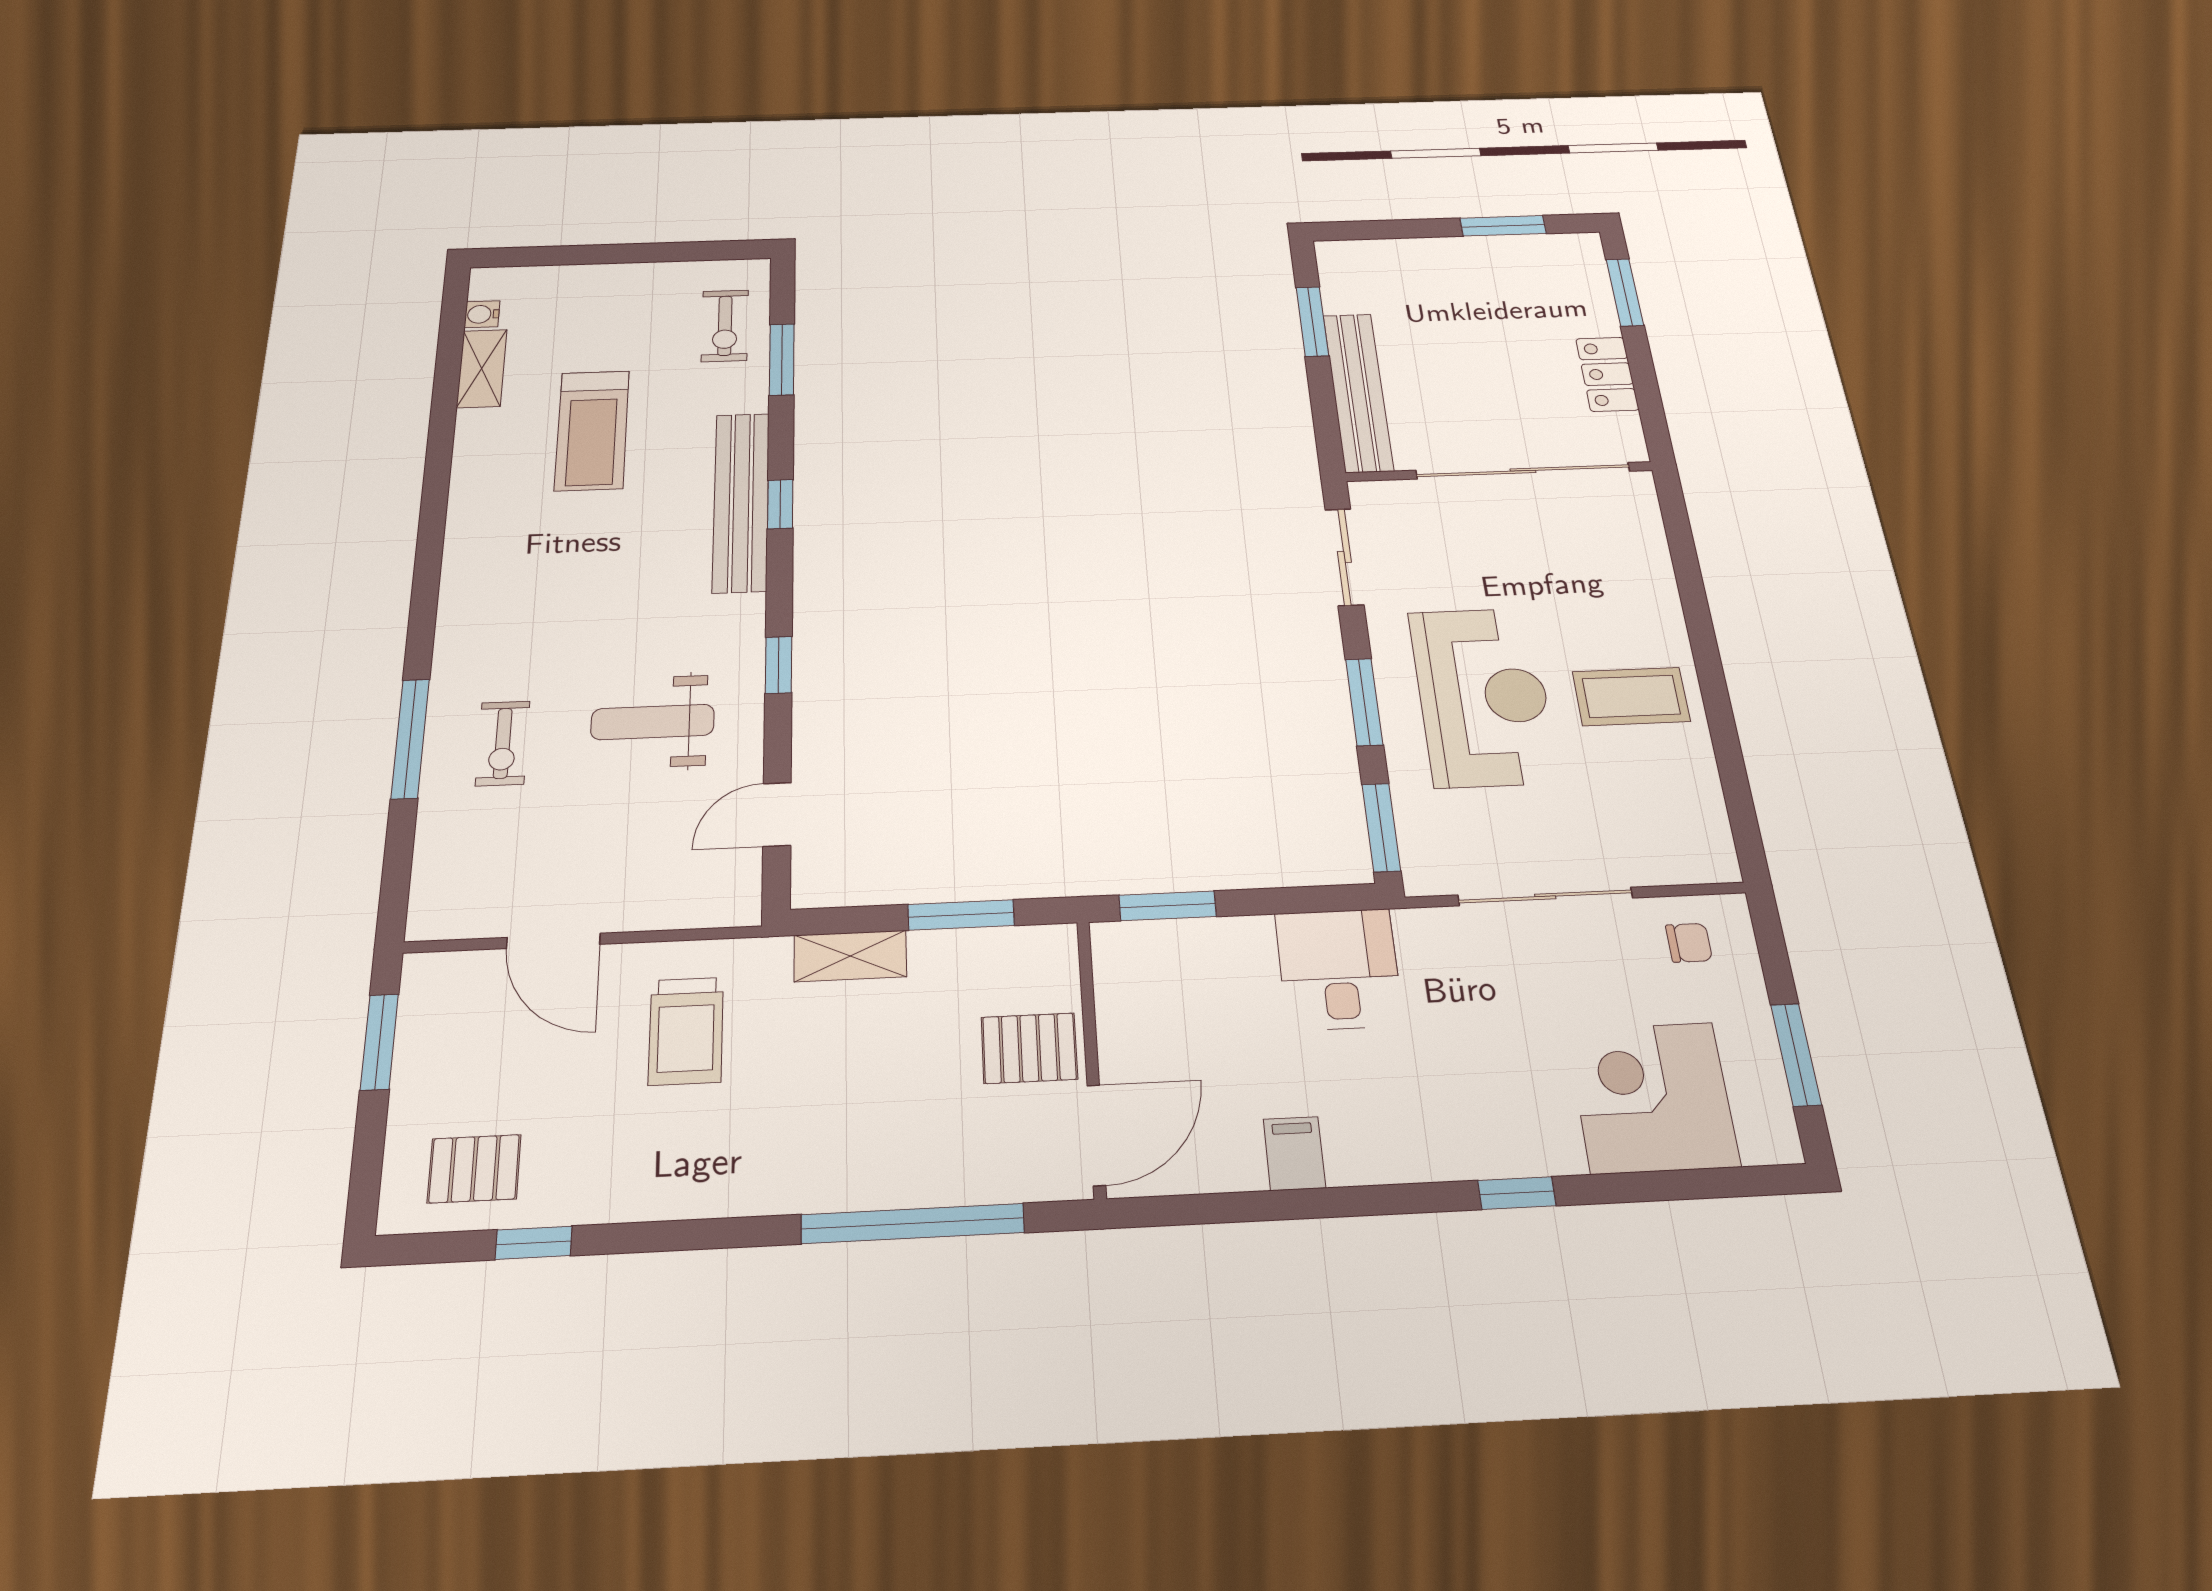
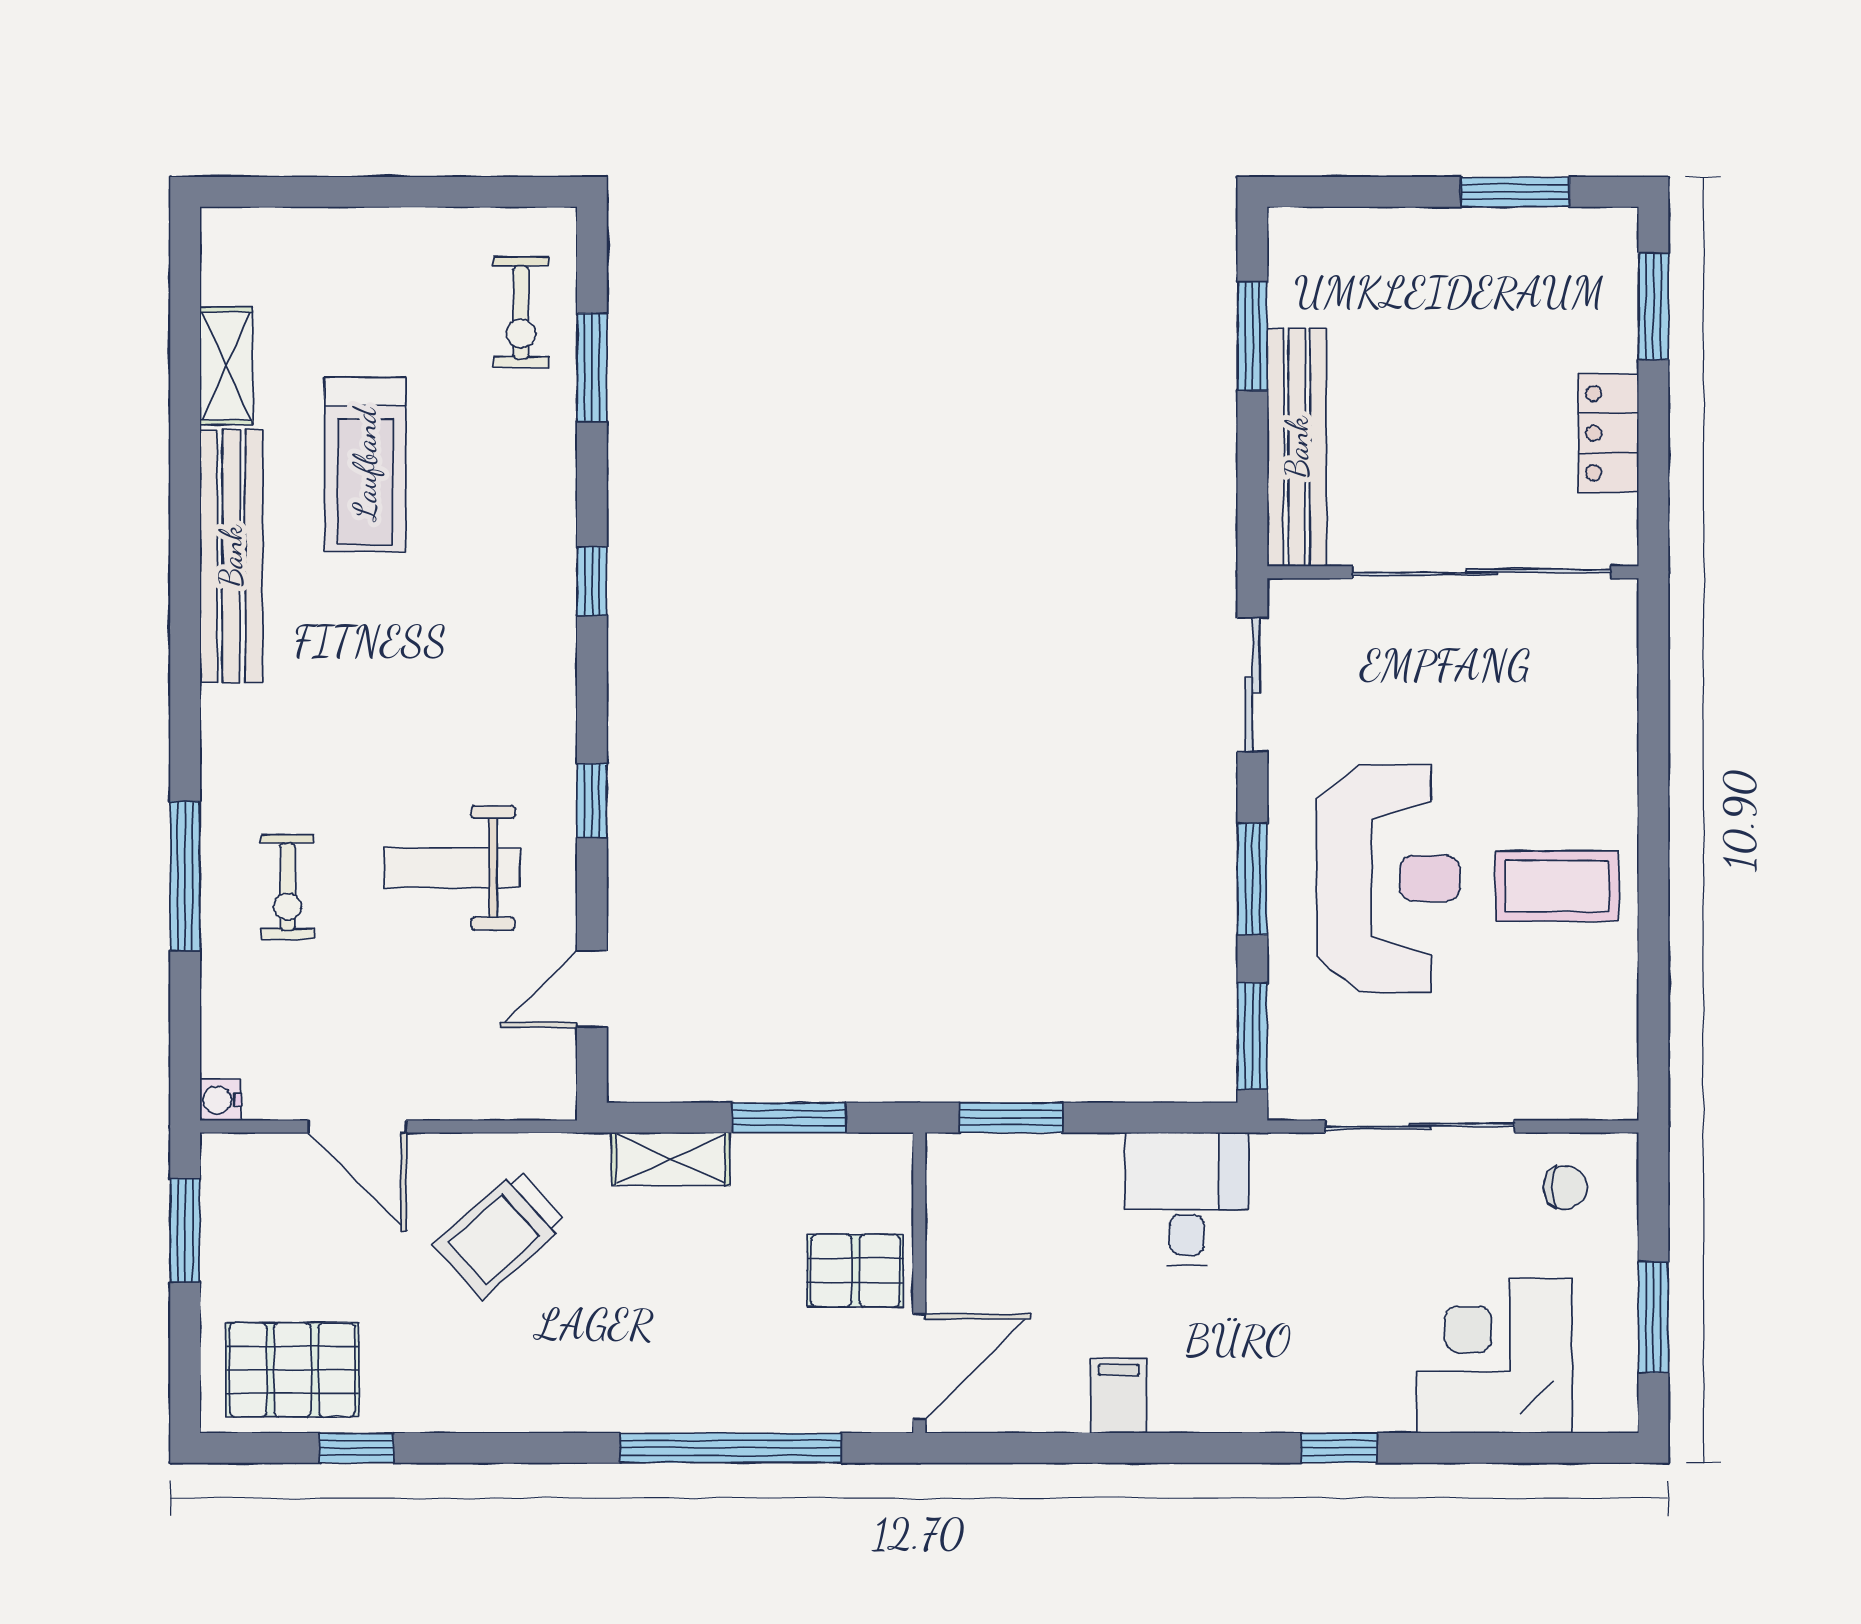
water cooler: (482, 314) -> (220, 1100), moved
bench: (741, 502) -> (231, 556), moved
trolley: (686, 1031) -> (500, 1234), turned 48
pallet: (474, 1169) -> (292, 1370), width x1.50, depth x1.42

